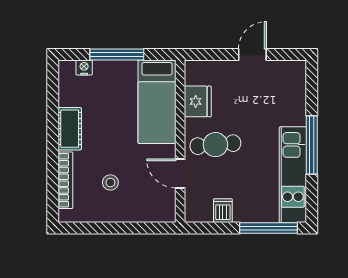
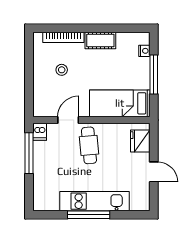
fridge: (198, 101) -> (140, 141), moved, turned 90
kitchen unit: (293, 175) -> (94, 201), moved
dishwasher: (223, 211) -> (40, 132), moved, turned 90
window: (269, 228) -> (29, 153), moved

